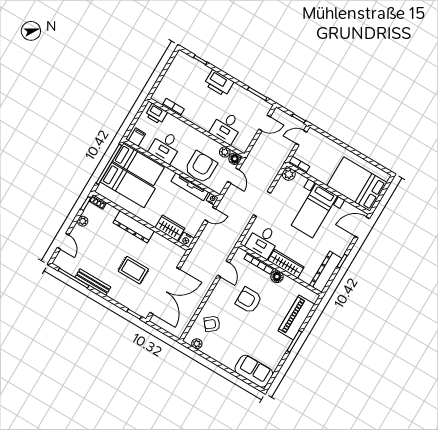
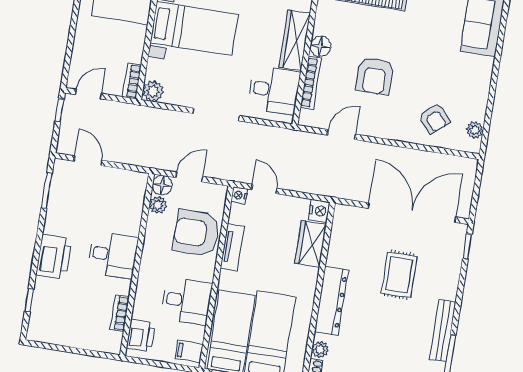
desk: (226, 128) -> (113, 255), moved
door: (301, 138) -> (88, 94), swing flipped
tv unit: (190, 187) -> (232, 247), width x0.71
plant: (109, 210) -> (320, 350), added

